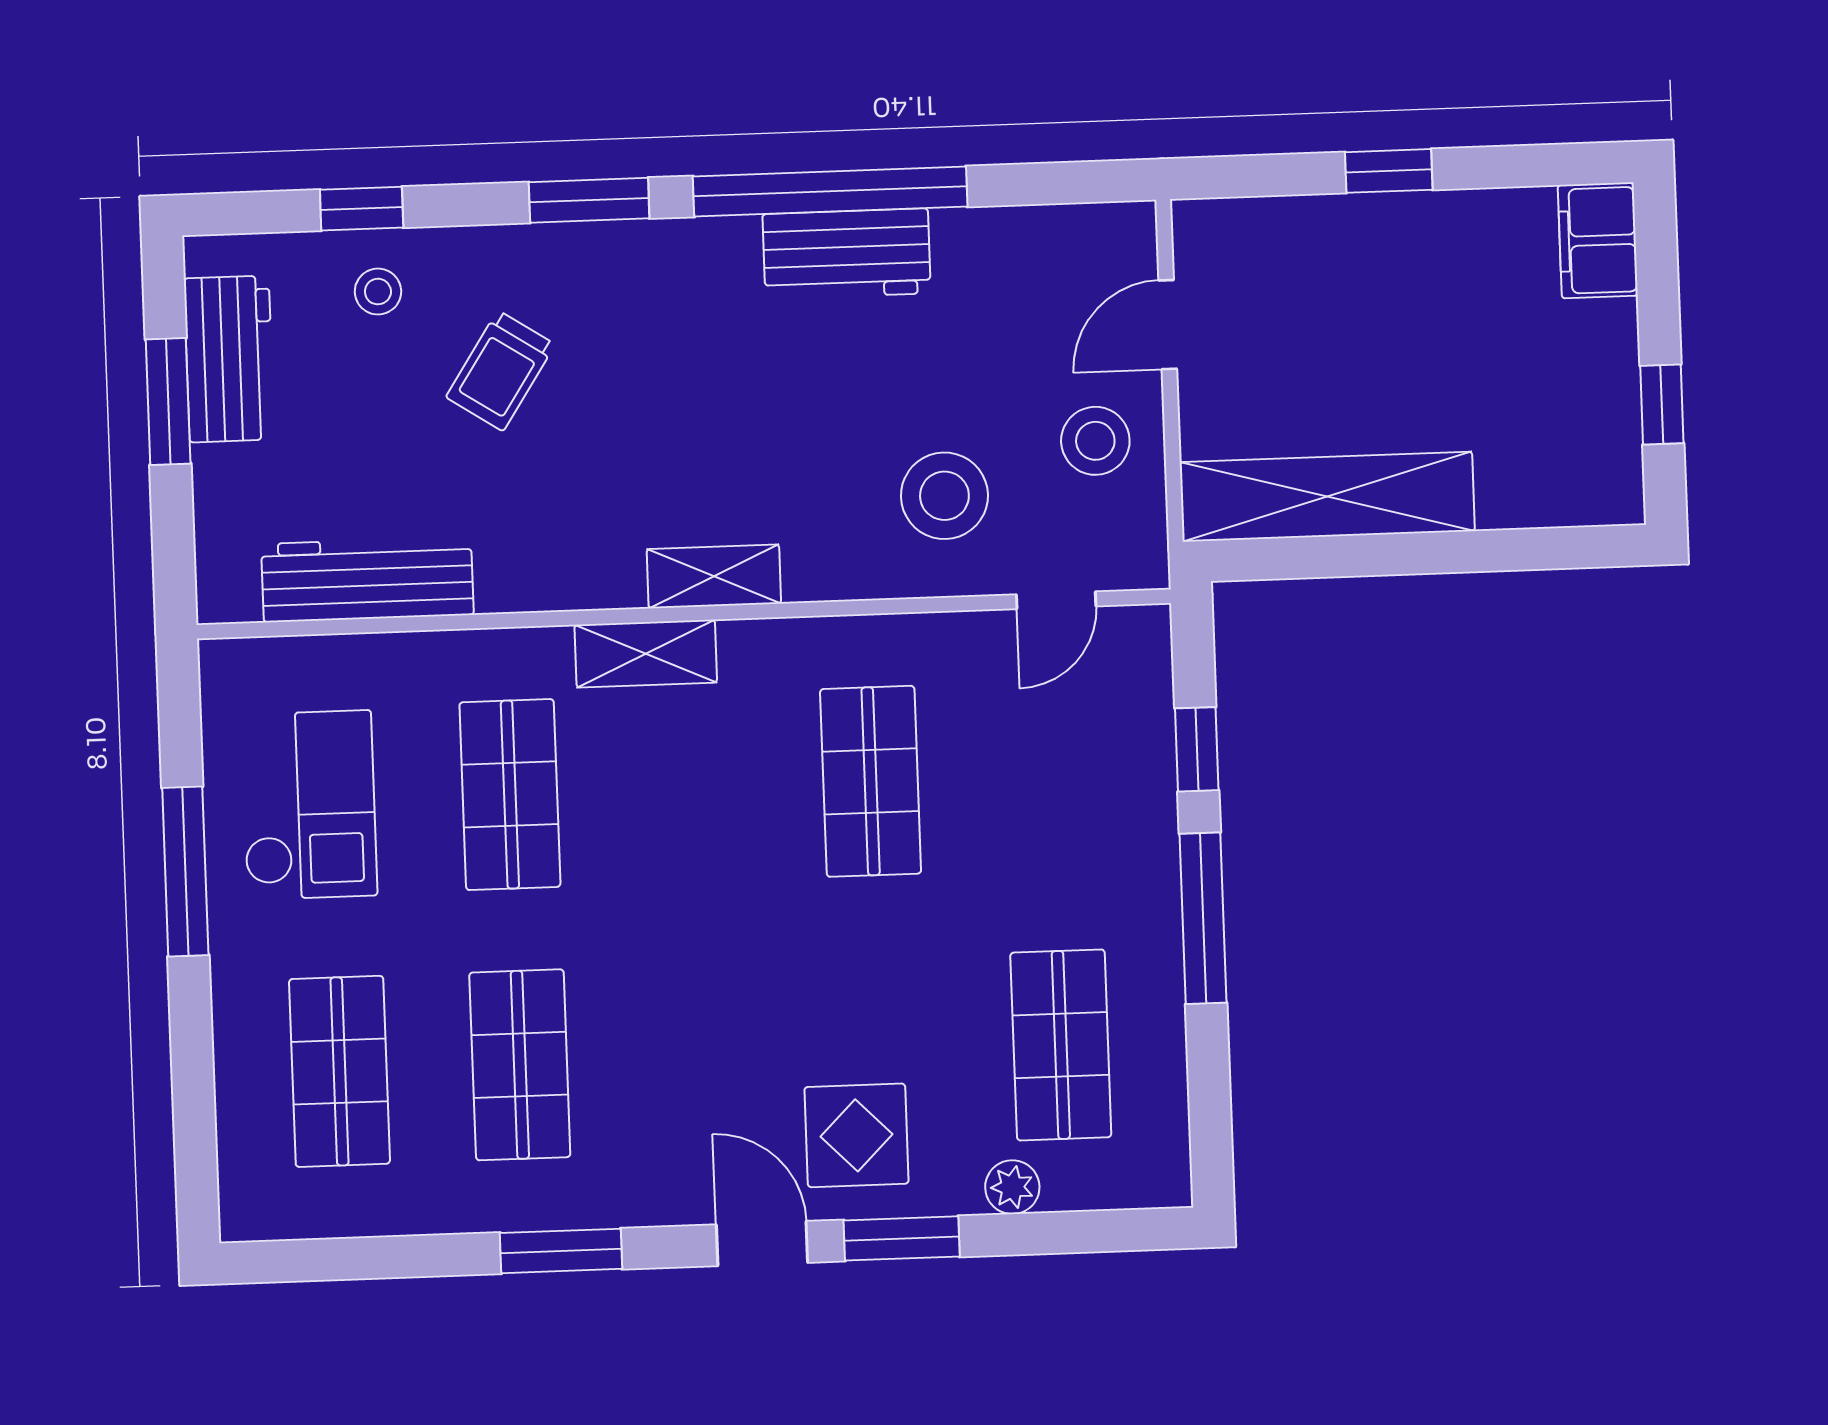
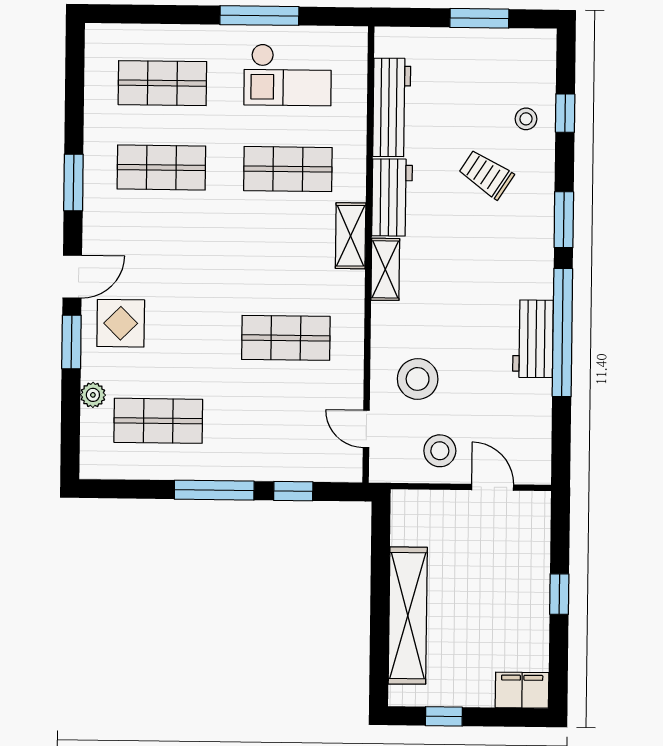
workbench: (229, 359) -> (392, 197), moved, turned -90
shelving: (1327, 497) -> (408, 616), moved

